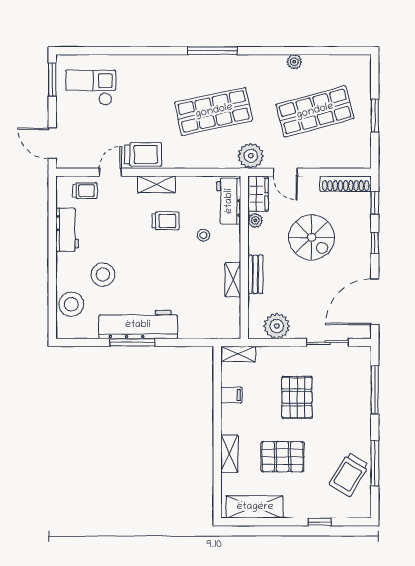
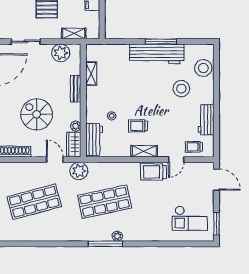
plant: (294, 62) -> (117, 236), moved
shelving: (233, 280) -> (91, 74), moved
shelving: (238, 354) -> (74, 34), moved

